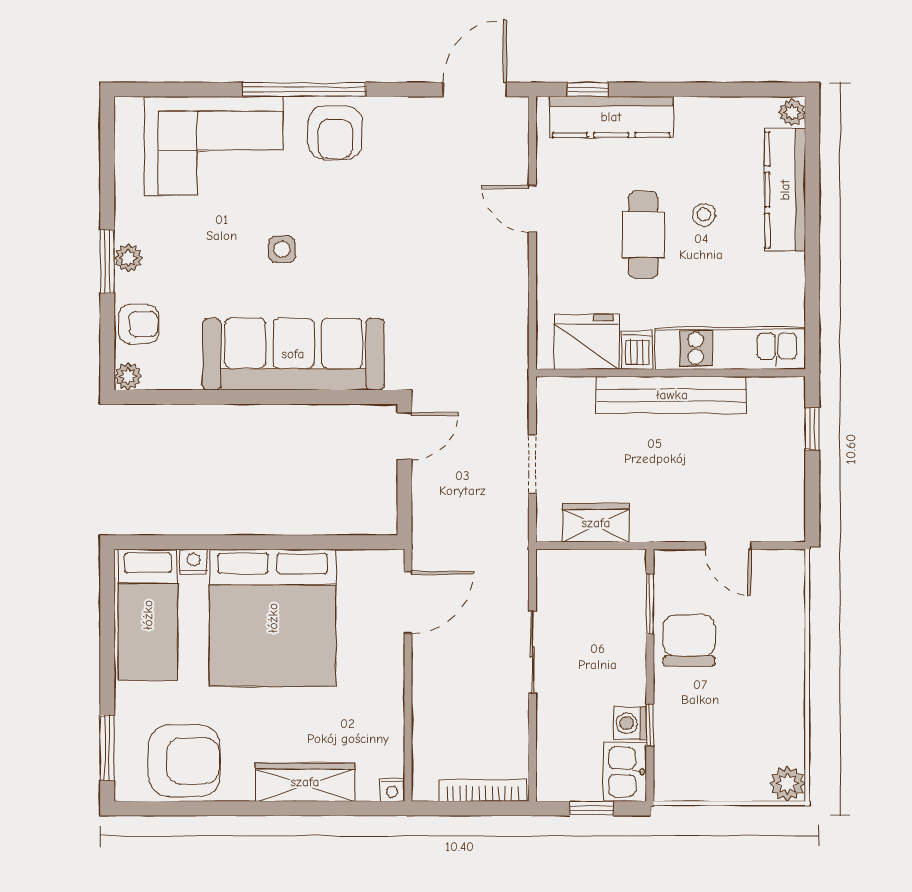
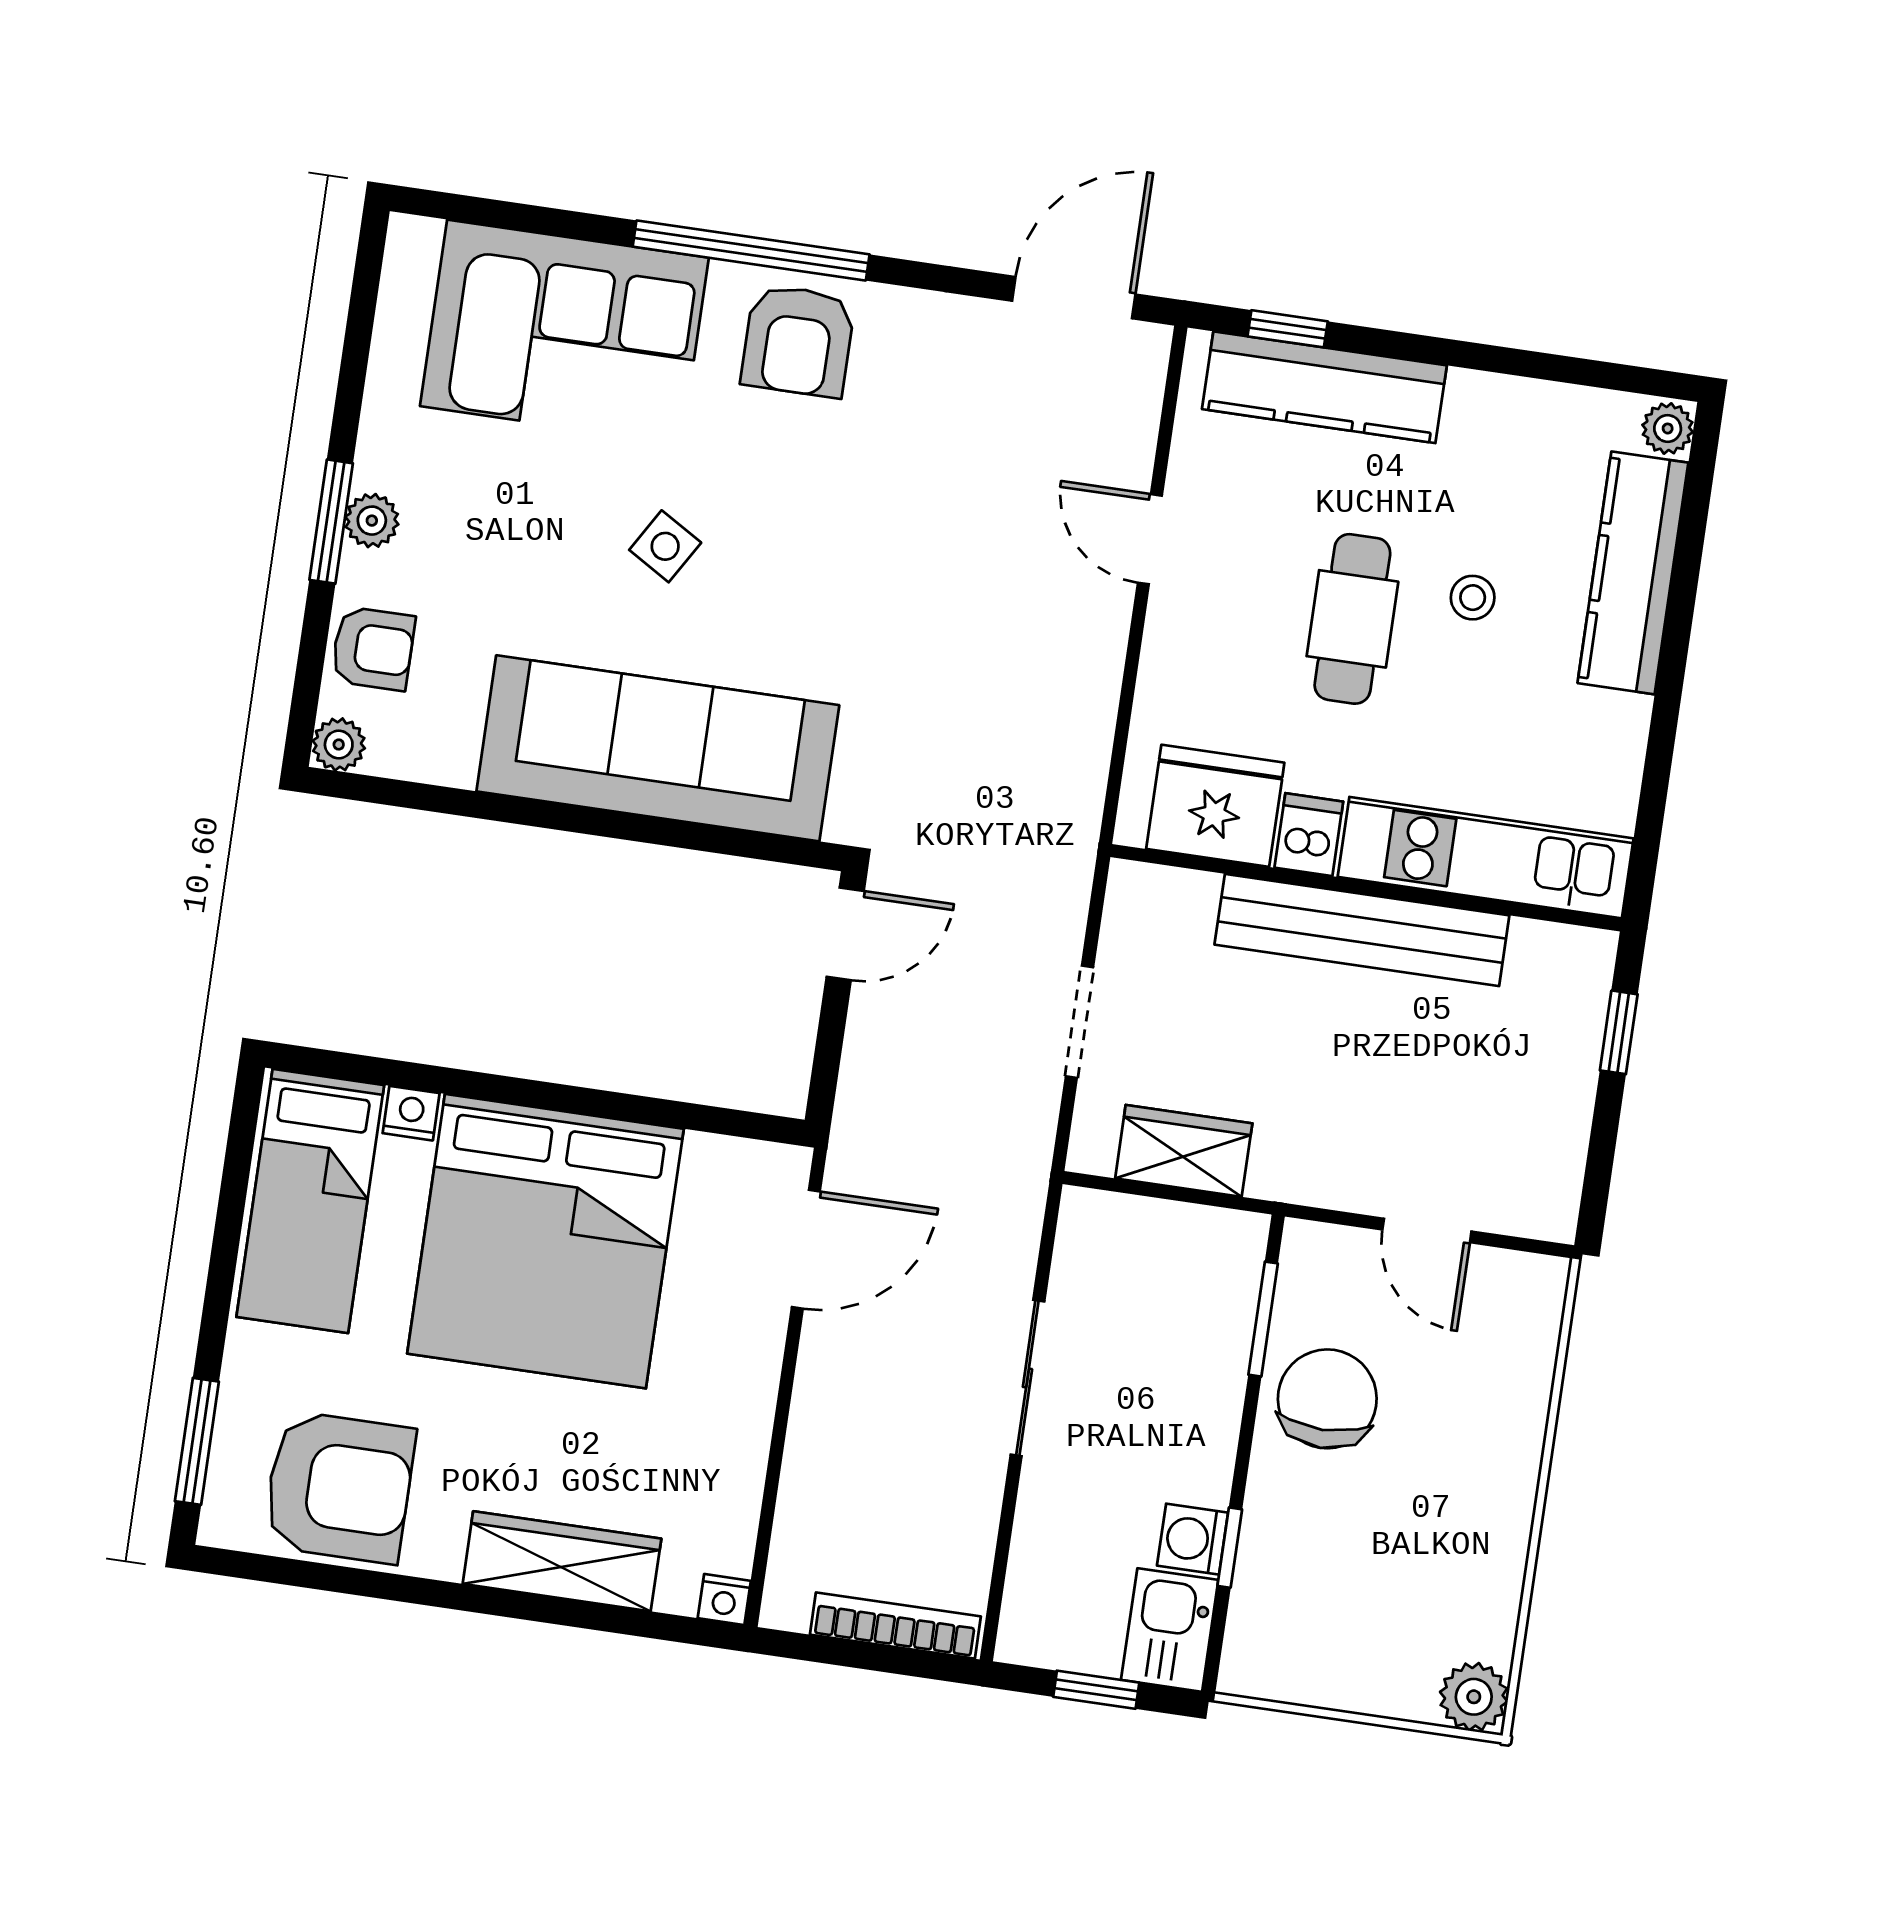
side table: (282, 249) -> (665, 546), turned 31

